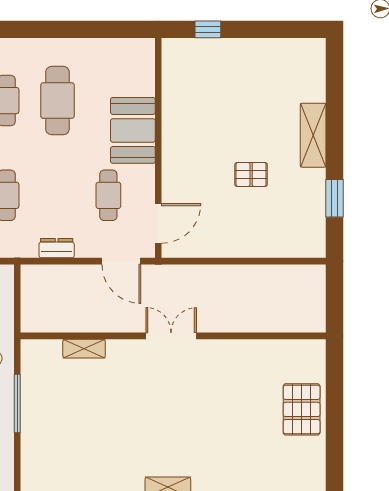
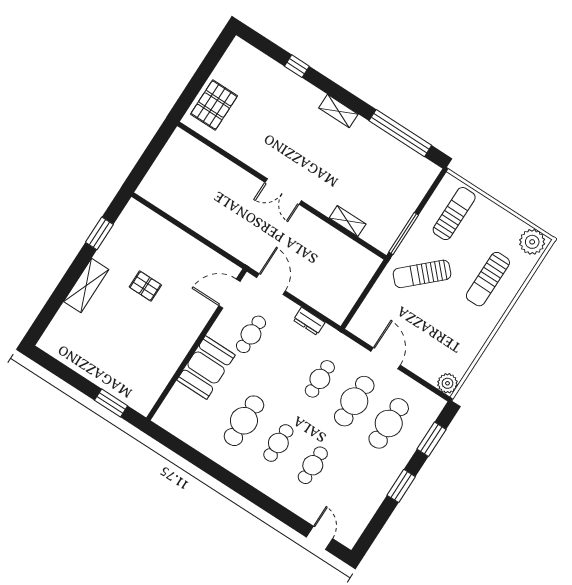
window: (208, 29) -> (111, 403), width x1.50
double door: (171, 336) -> (283, 192), moved
wall: (173, 336) -> (282, 191), moved
shelving: (84, 349) -> (348, 221), moved

